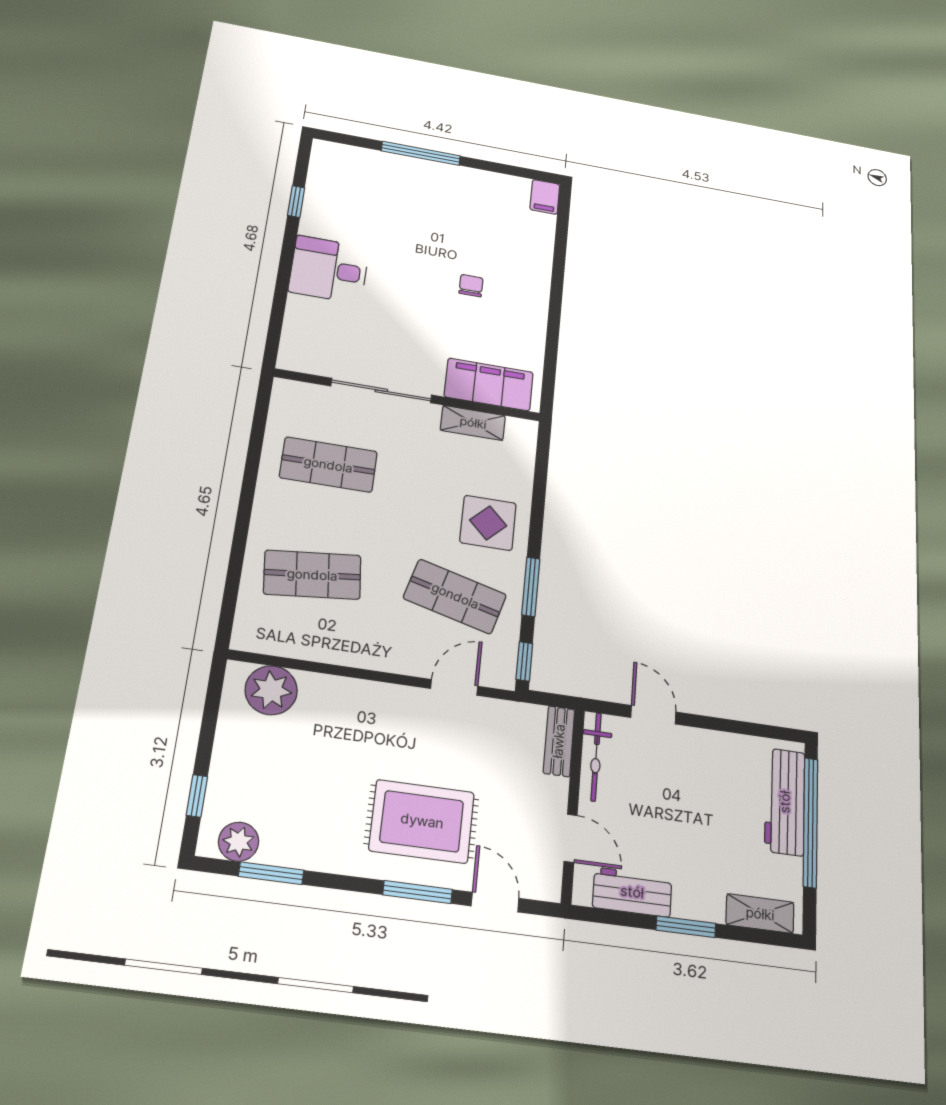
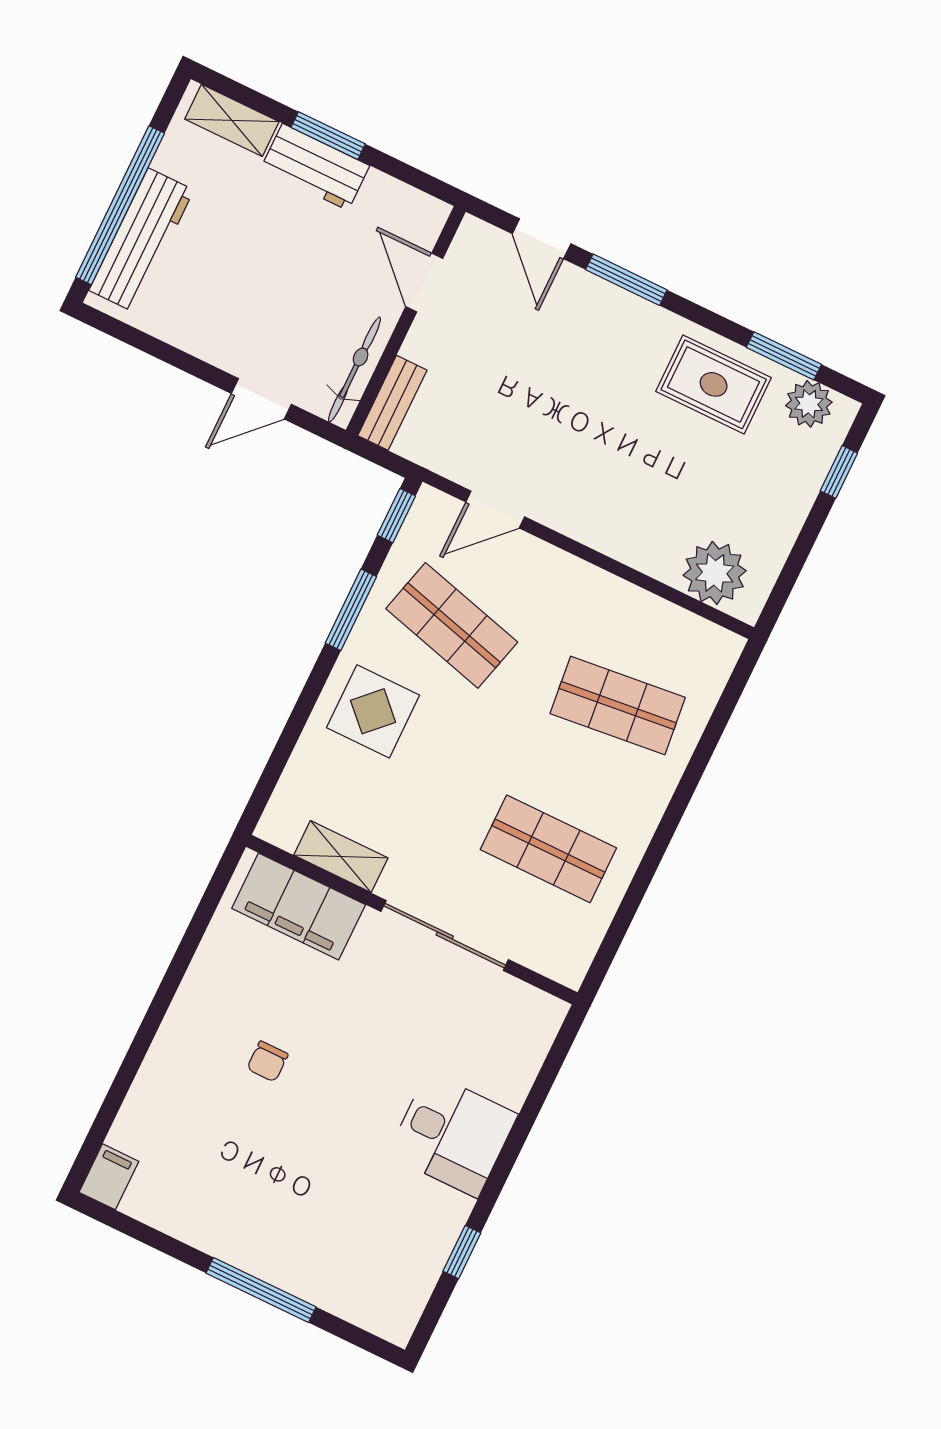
door: (653, 715) -> (261, 399), hinge flipped
rug: (422, 821) -> (714, 384), moved, width x0.73, depth x0.70
workbench: (632, 892) -> (315, 167), moved

